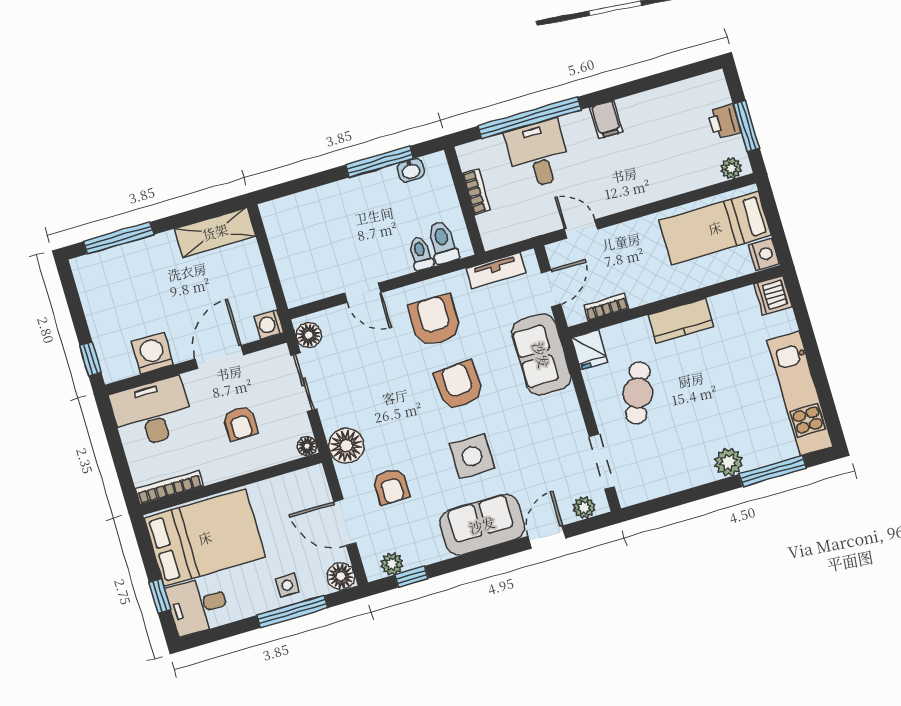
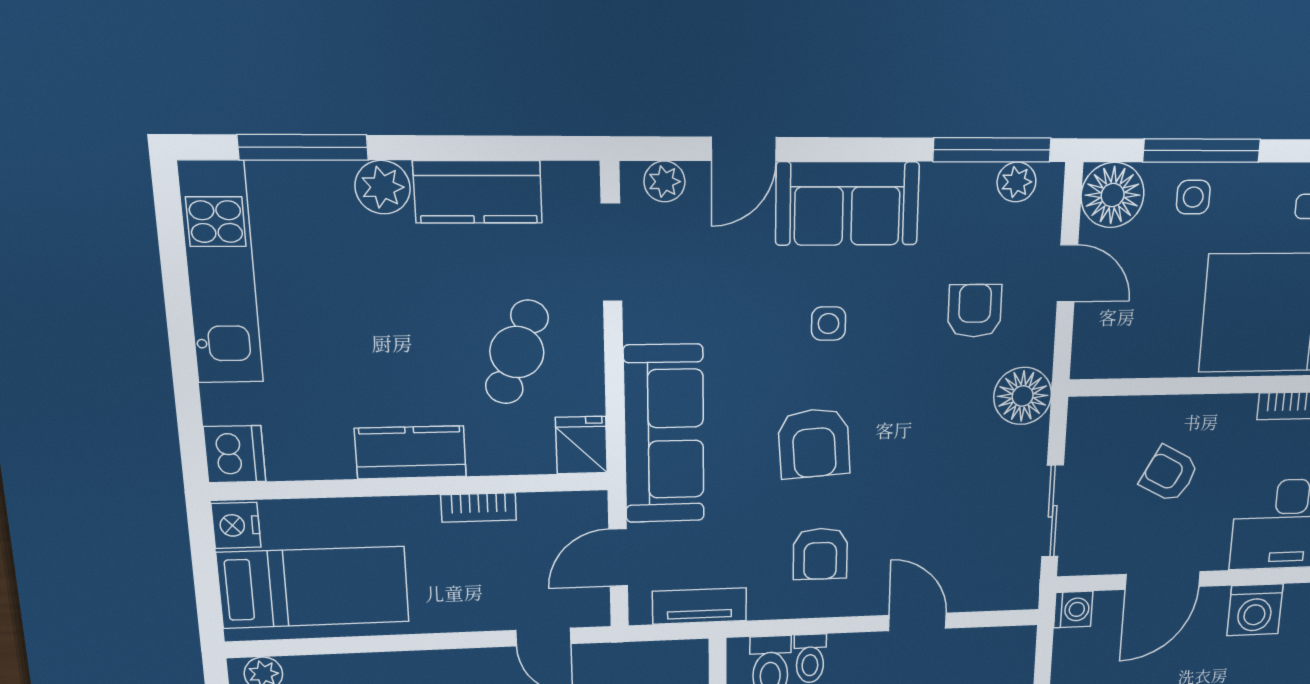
bookcase: (606, 307) -> (479, 508), moved
armchair: (435, 320) -> (820, 554), width x0.72, depth x0.72
floor lamp: (309, 335) -> (1020, 579), removed
sofa: (541, 355) -> (664, 434), width x1.36
armchair: (240, 423) -> (1169, 474), turned -62
floor lamp: (307, 446) -> (1083, 412), removed
side table: (472, 456) -> (829, 324), width x0.54, depth x0.54
kitchen counter: (680, 474) -> (478, 192), added
door: (345, 522) -> (1067, 273), width x0.73
floor lamp: (341, 576) -> (1113, 195), width x1.38, depth x1.38
window: (411, 577) -> (992, 150), width x2.17

